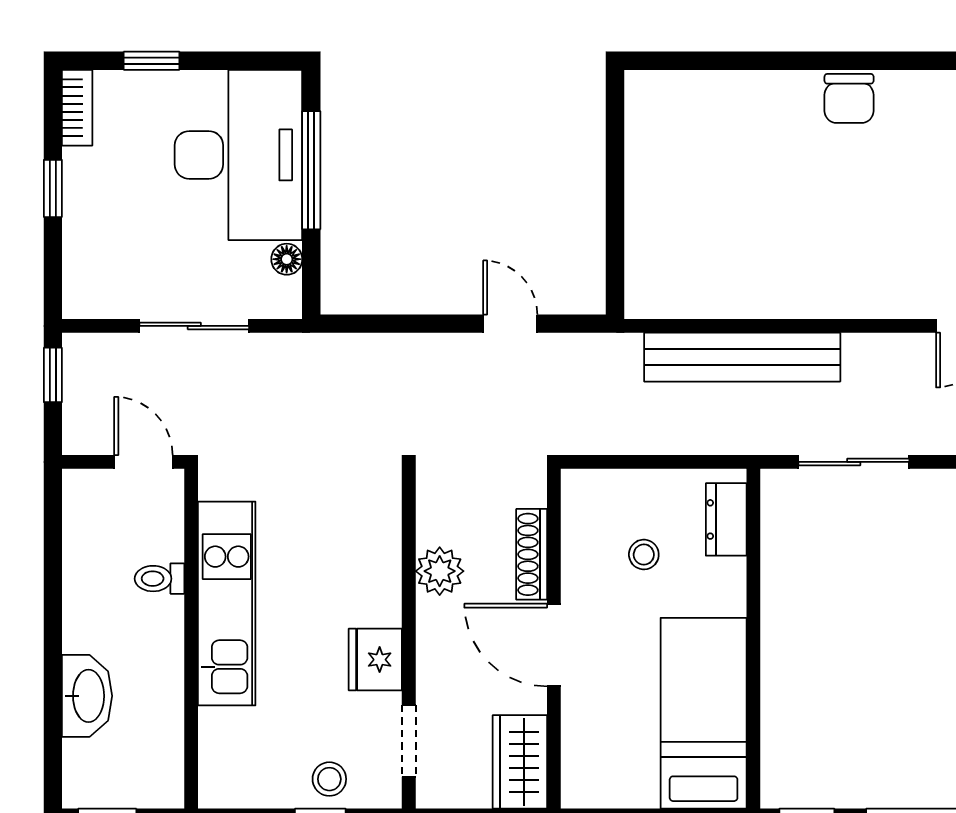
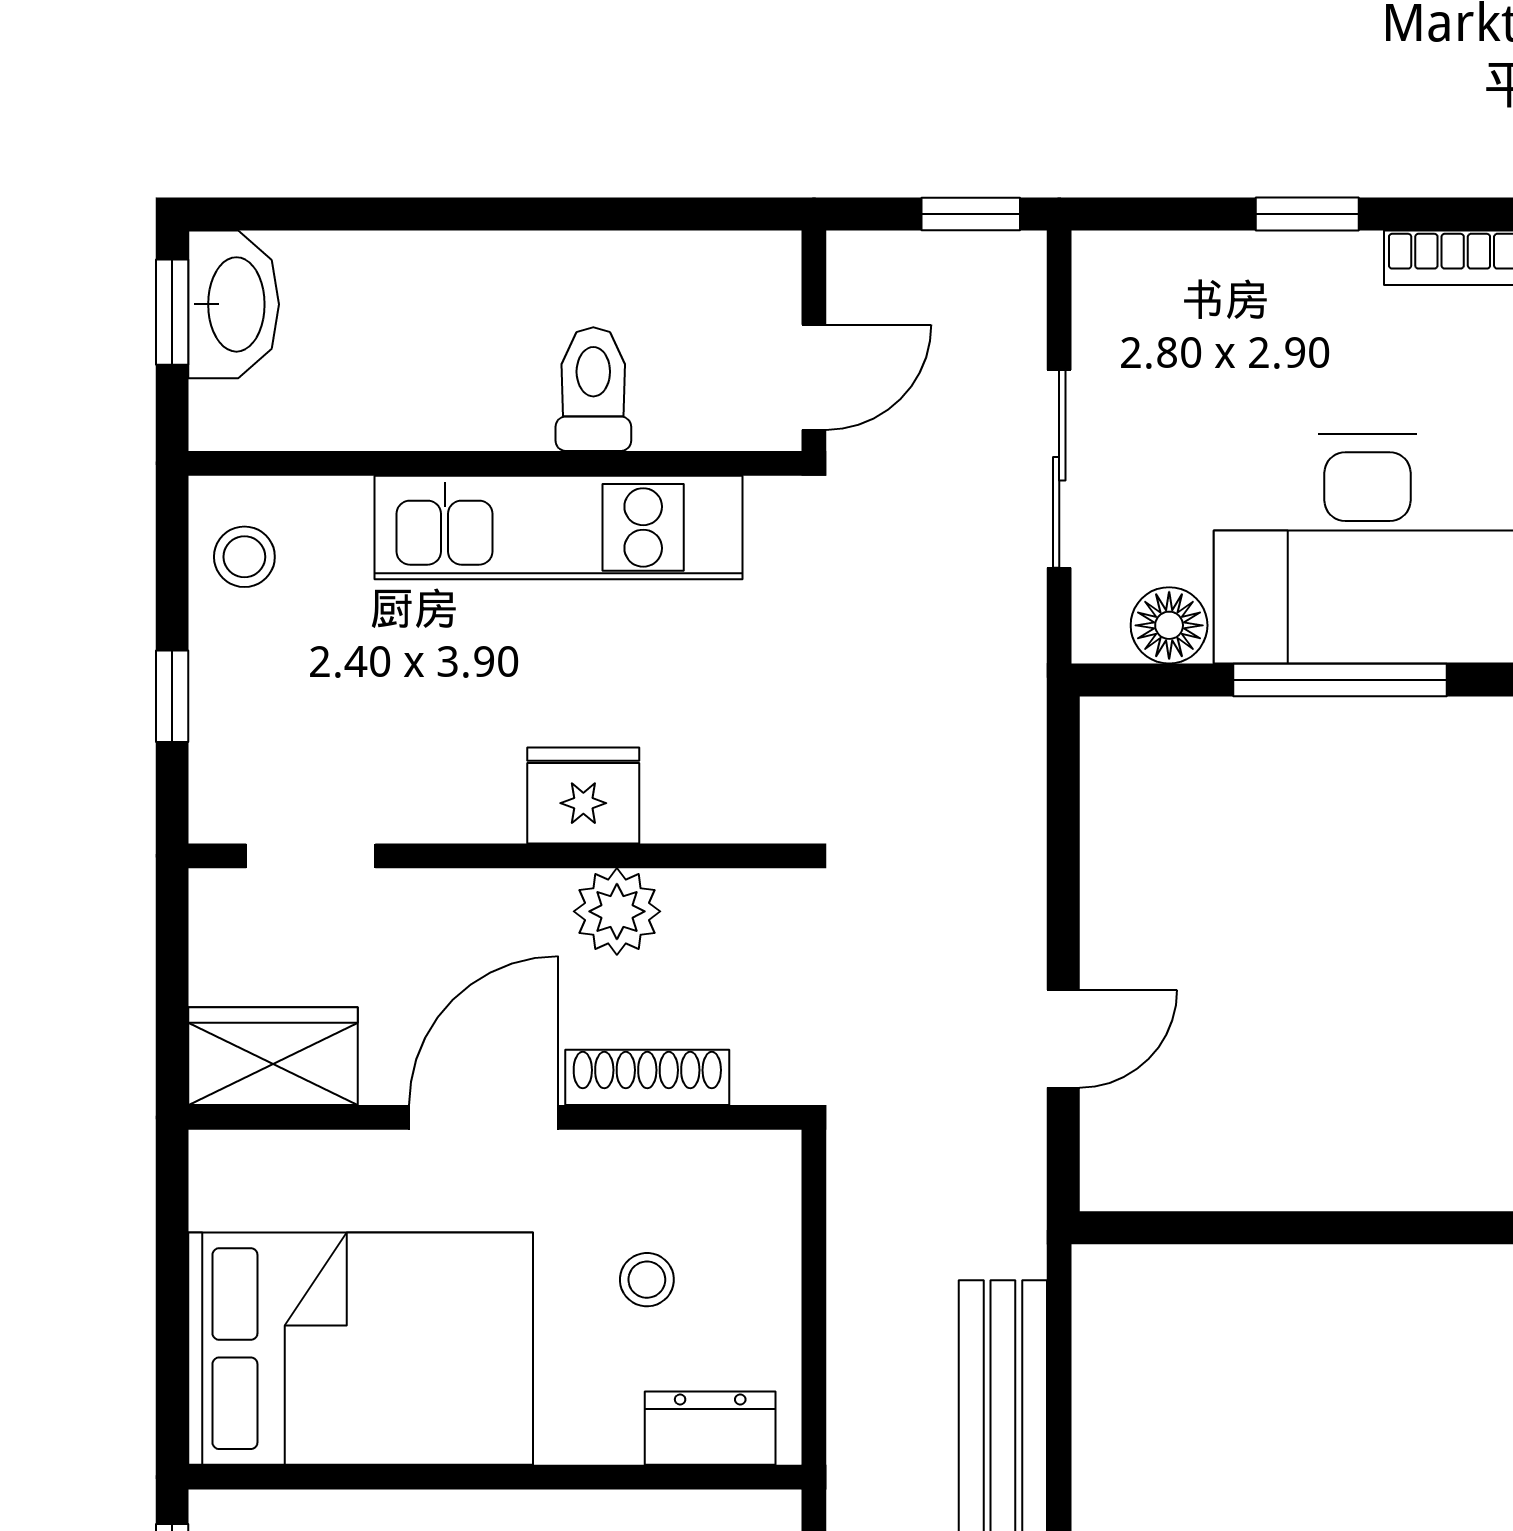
floor lamp: (287, 259) -> (1169, 625), width x1.37, depth x1.37
toilet: (160, 579) -> (593, 389), width x1.37, depth x1.39
fridge: (375, 660) -> (583, 795), moved
washbasin: (87, 696) -> (234, 304), moved, turned -90
bed: (704, 713) -> (361, 1349), width x1.50
stool: (329, 779) -> (244, 557), moved

